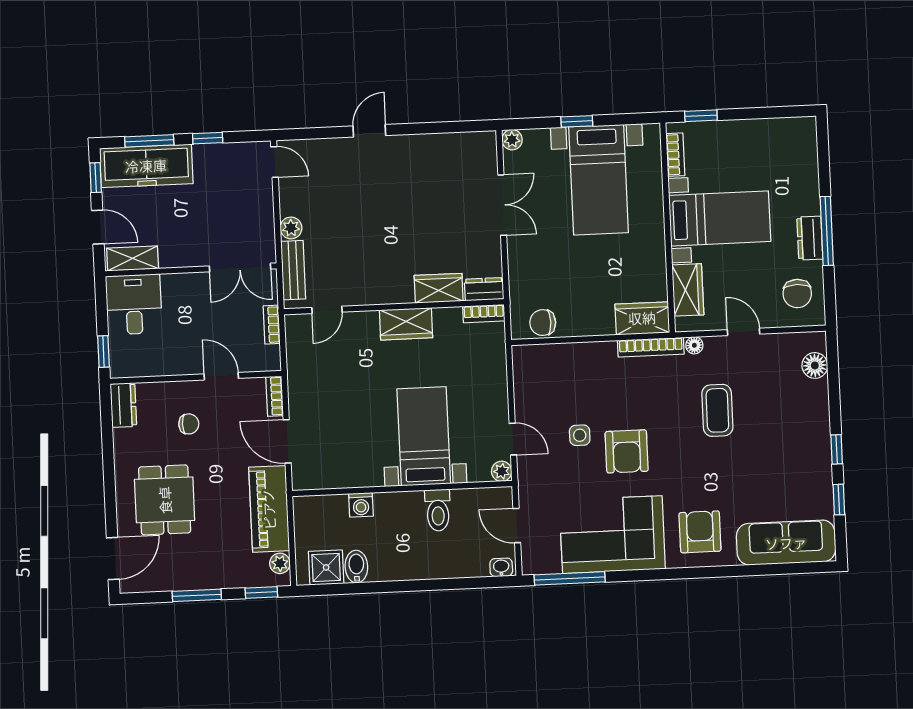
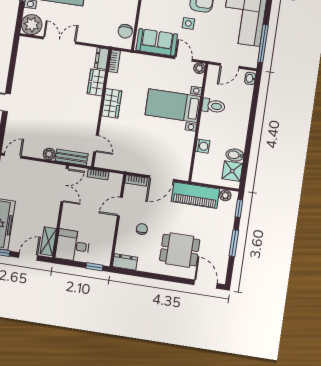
plant: (512, 140) -> (32, 25), width x1.88, depth x1.88
sofa: (534, 384) -> (157, 42), added
door: (513, 439) -> (184, 59), hinge flipped

